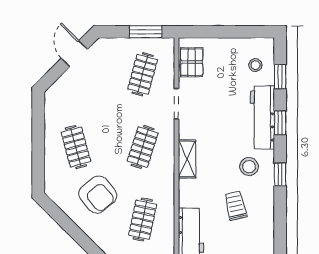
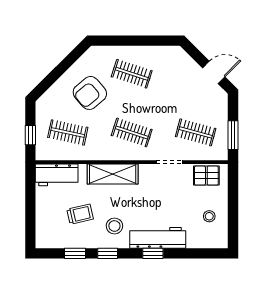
stool: (255, 65) -> (209, 216), moved
window: (280, 77) -> (75, 253), moved
clothes rail: (76, 147) -> (132, 74), turned 33
shelving: (187, 159) -> (113, 174), width x1.50, depth x1.33

